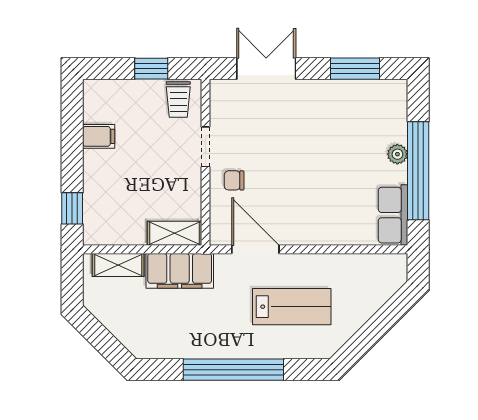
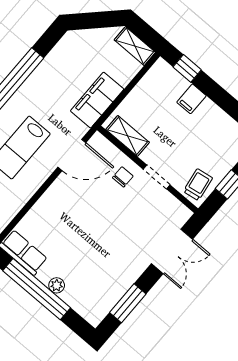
trolley: (178, 99) -> (198, 185), turned 81
filing cabinet: (99, 136) -> (191, 99), moved
shelving: (174, 233) -> (128, 136), moved, turned 90
shelving: (118, 265) -> (135, 46), moved, turned 90

